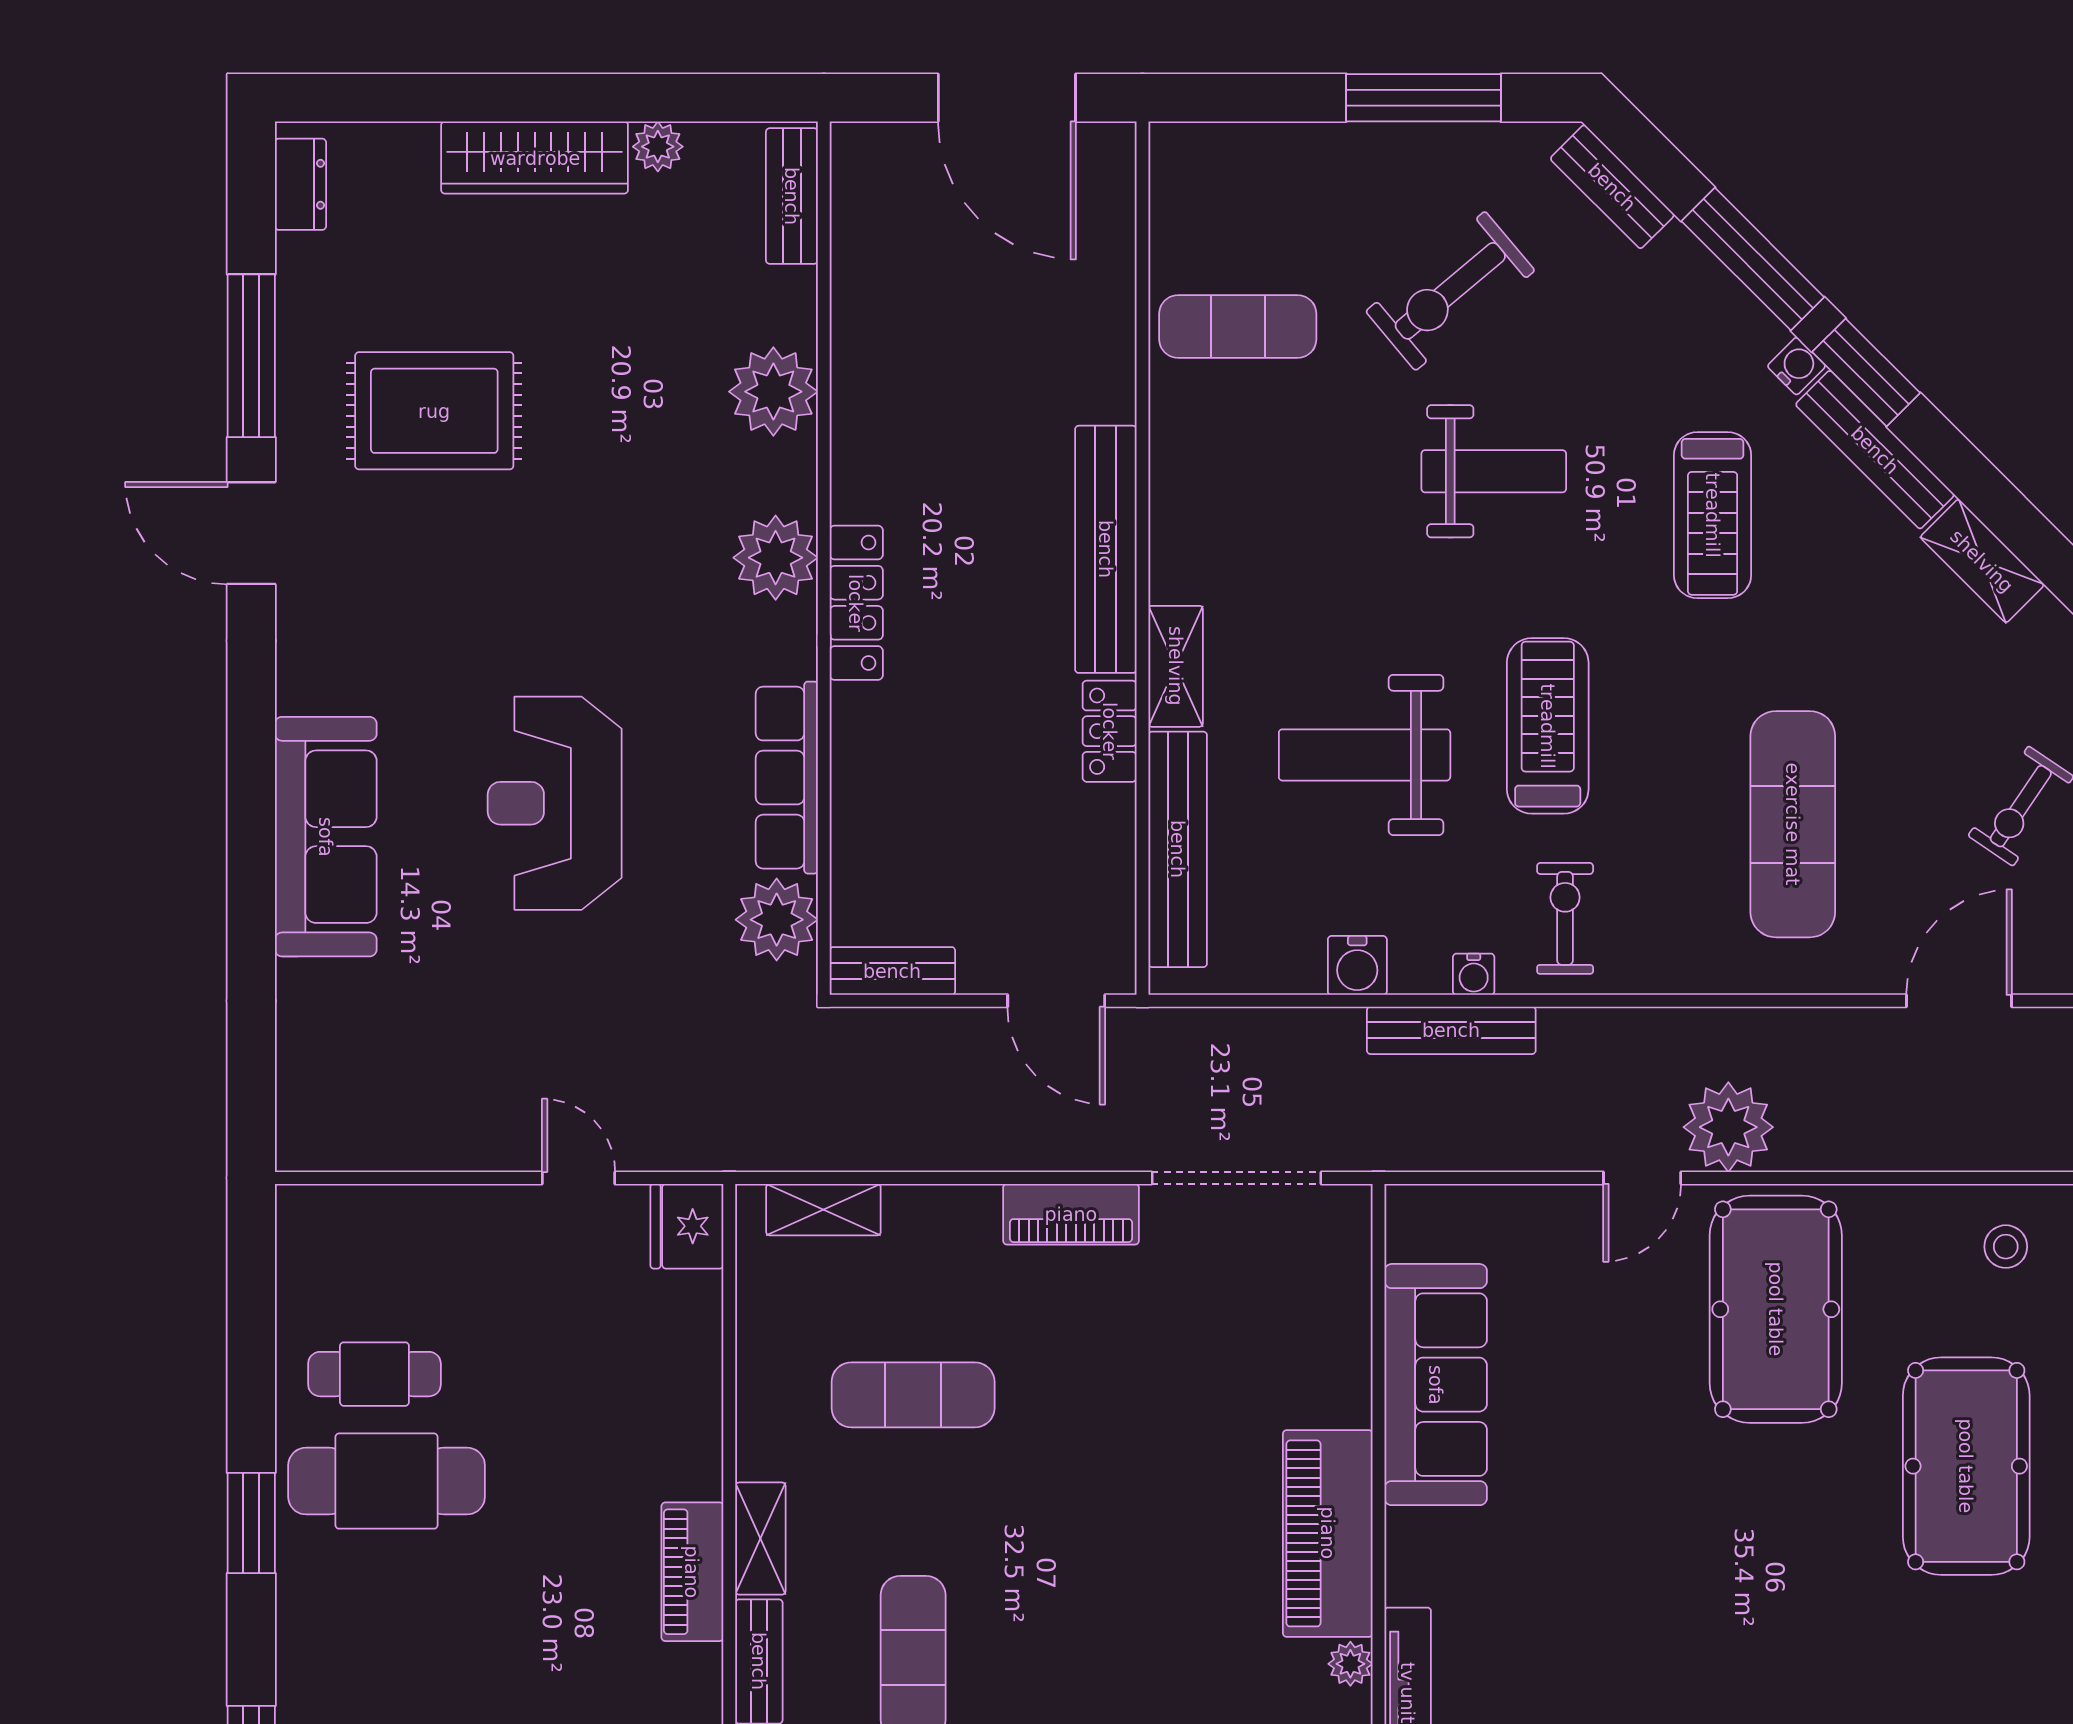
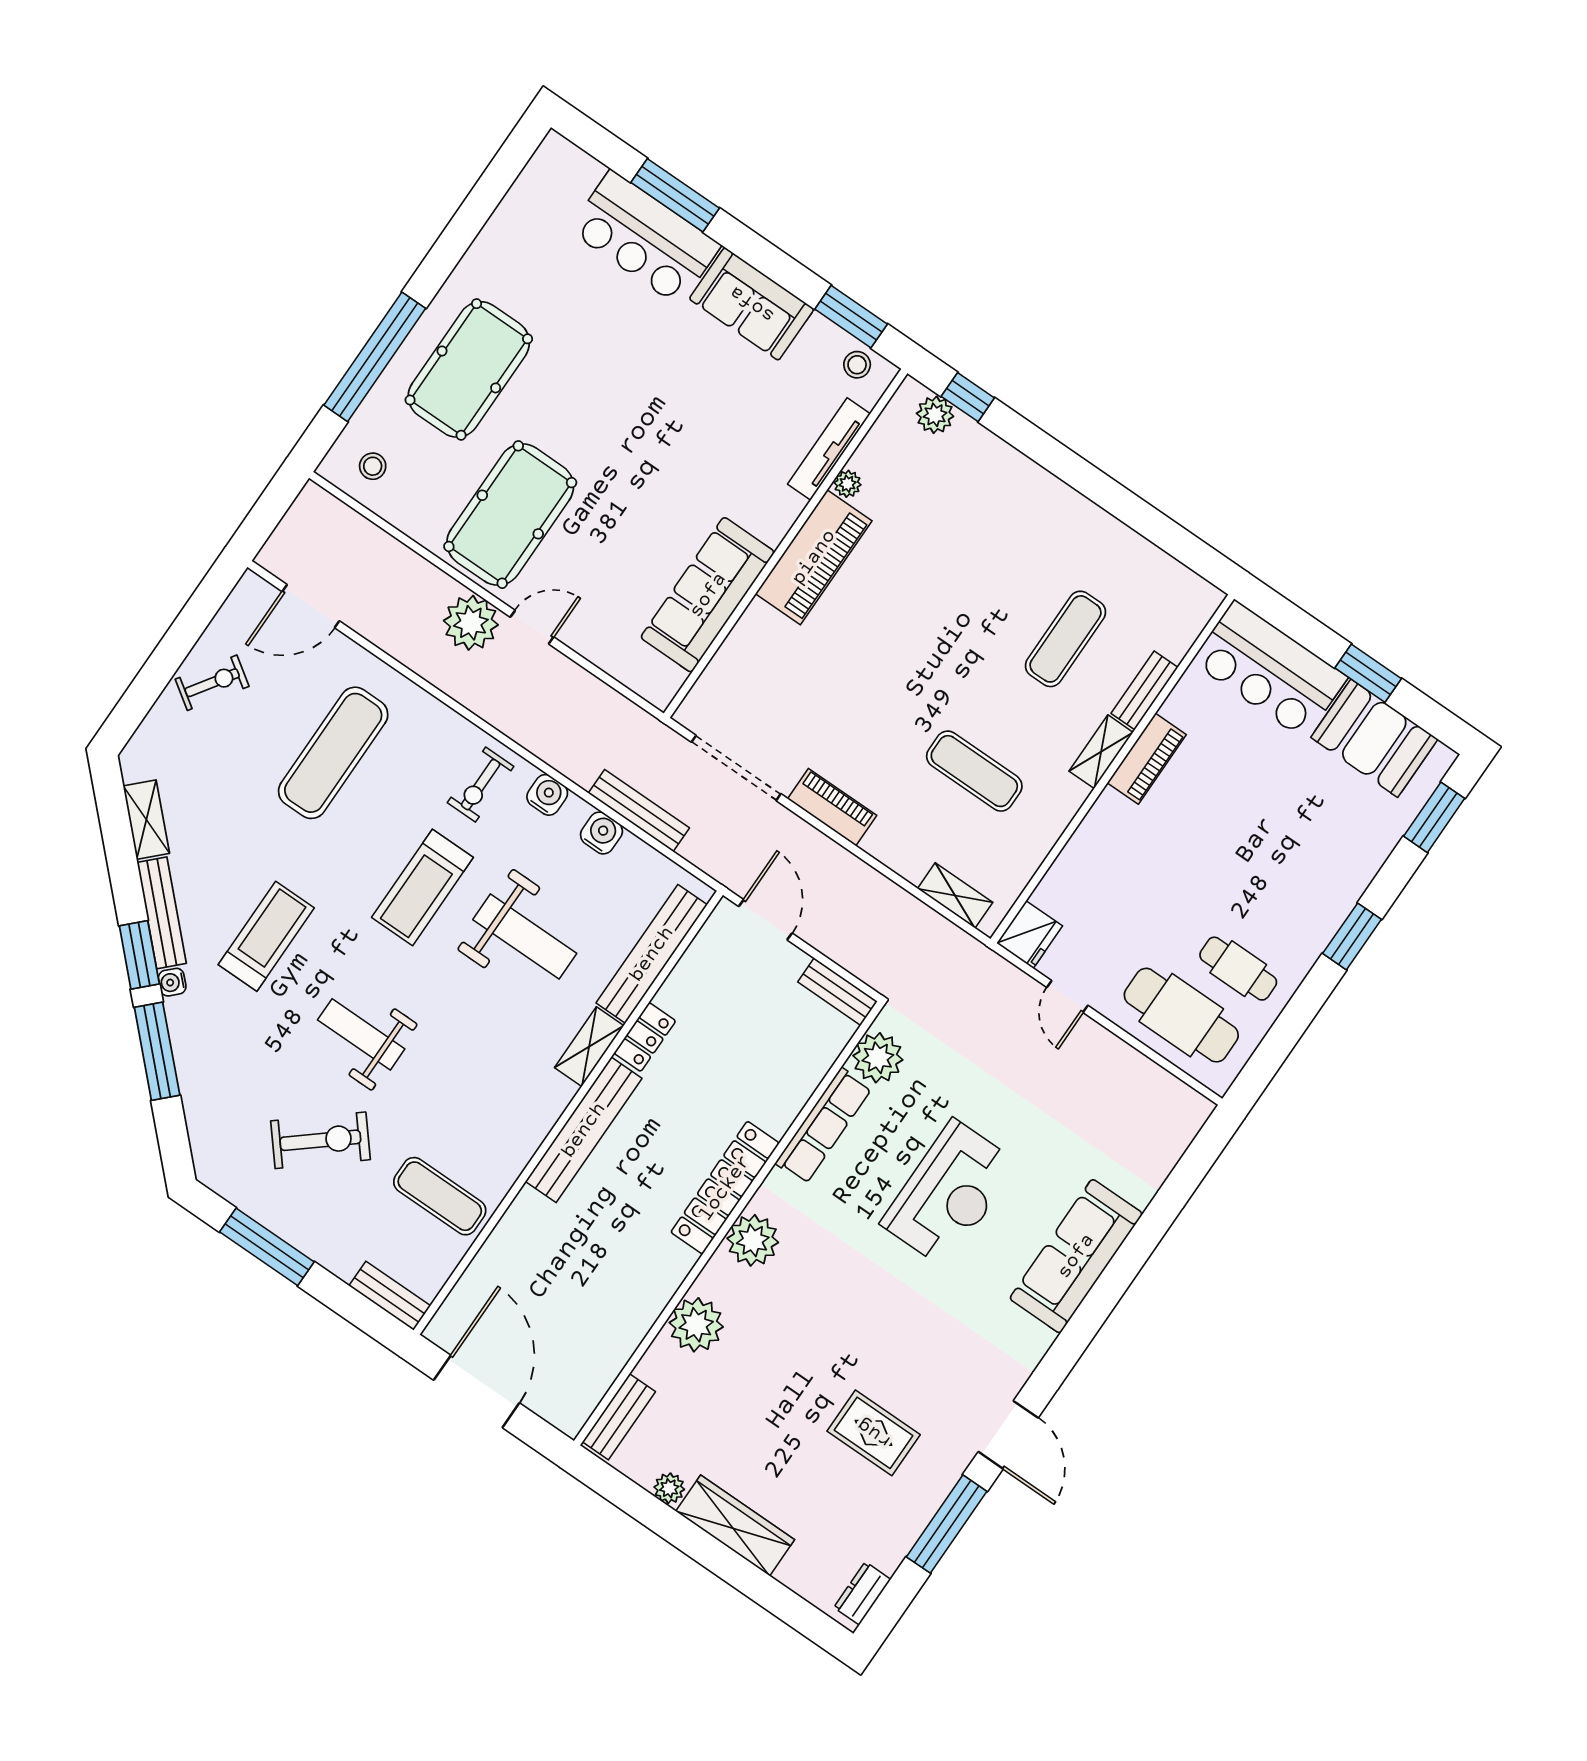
bench: (1612, 187) -> (390, 1296), moved, turned -45
rug: (434, 411) -> (874, 1433), width x0.73, depth x0.70
locker: (856, 603) -> (725, 1188), width x1.41, depth x1.21
water cooler: (1474, 974) -> (547, 795), width x1.38, depth x1.38
bench: (1451, 1030) -> (639, 810), moved
cafe table: (387, 1481) -> (1181, 1015), moved

